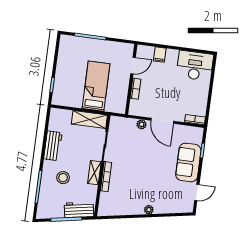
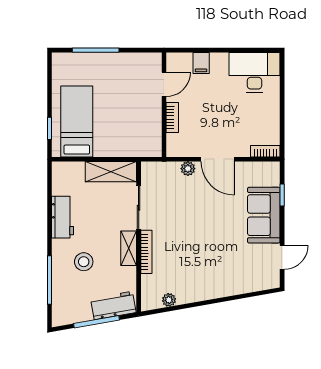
bed: (96, 86) -> (77, 121), moved
plant: (149, 210) -> (169, 300), moved

